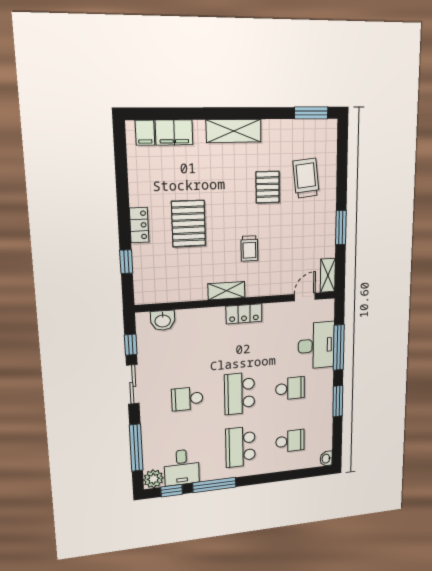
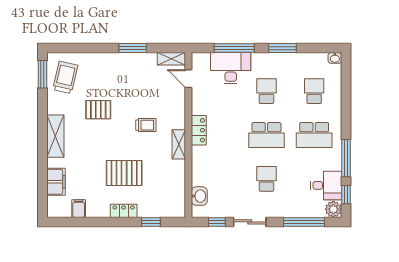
filing cabinet: (145, 133) -> (79, 209), moved, turned -90
trolley: (306, 178) -> (65, 77), moved, turned 109
school desk: (187, 399) -> (266, 179), turned 180

